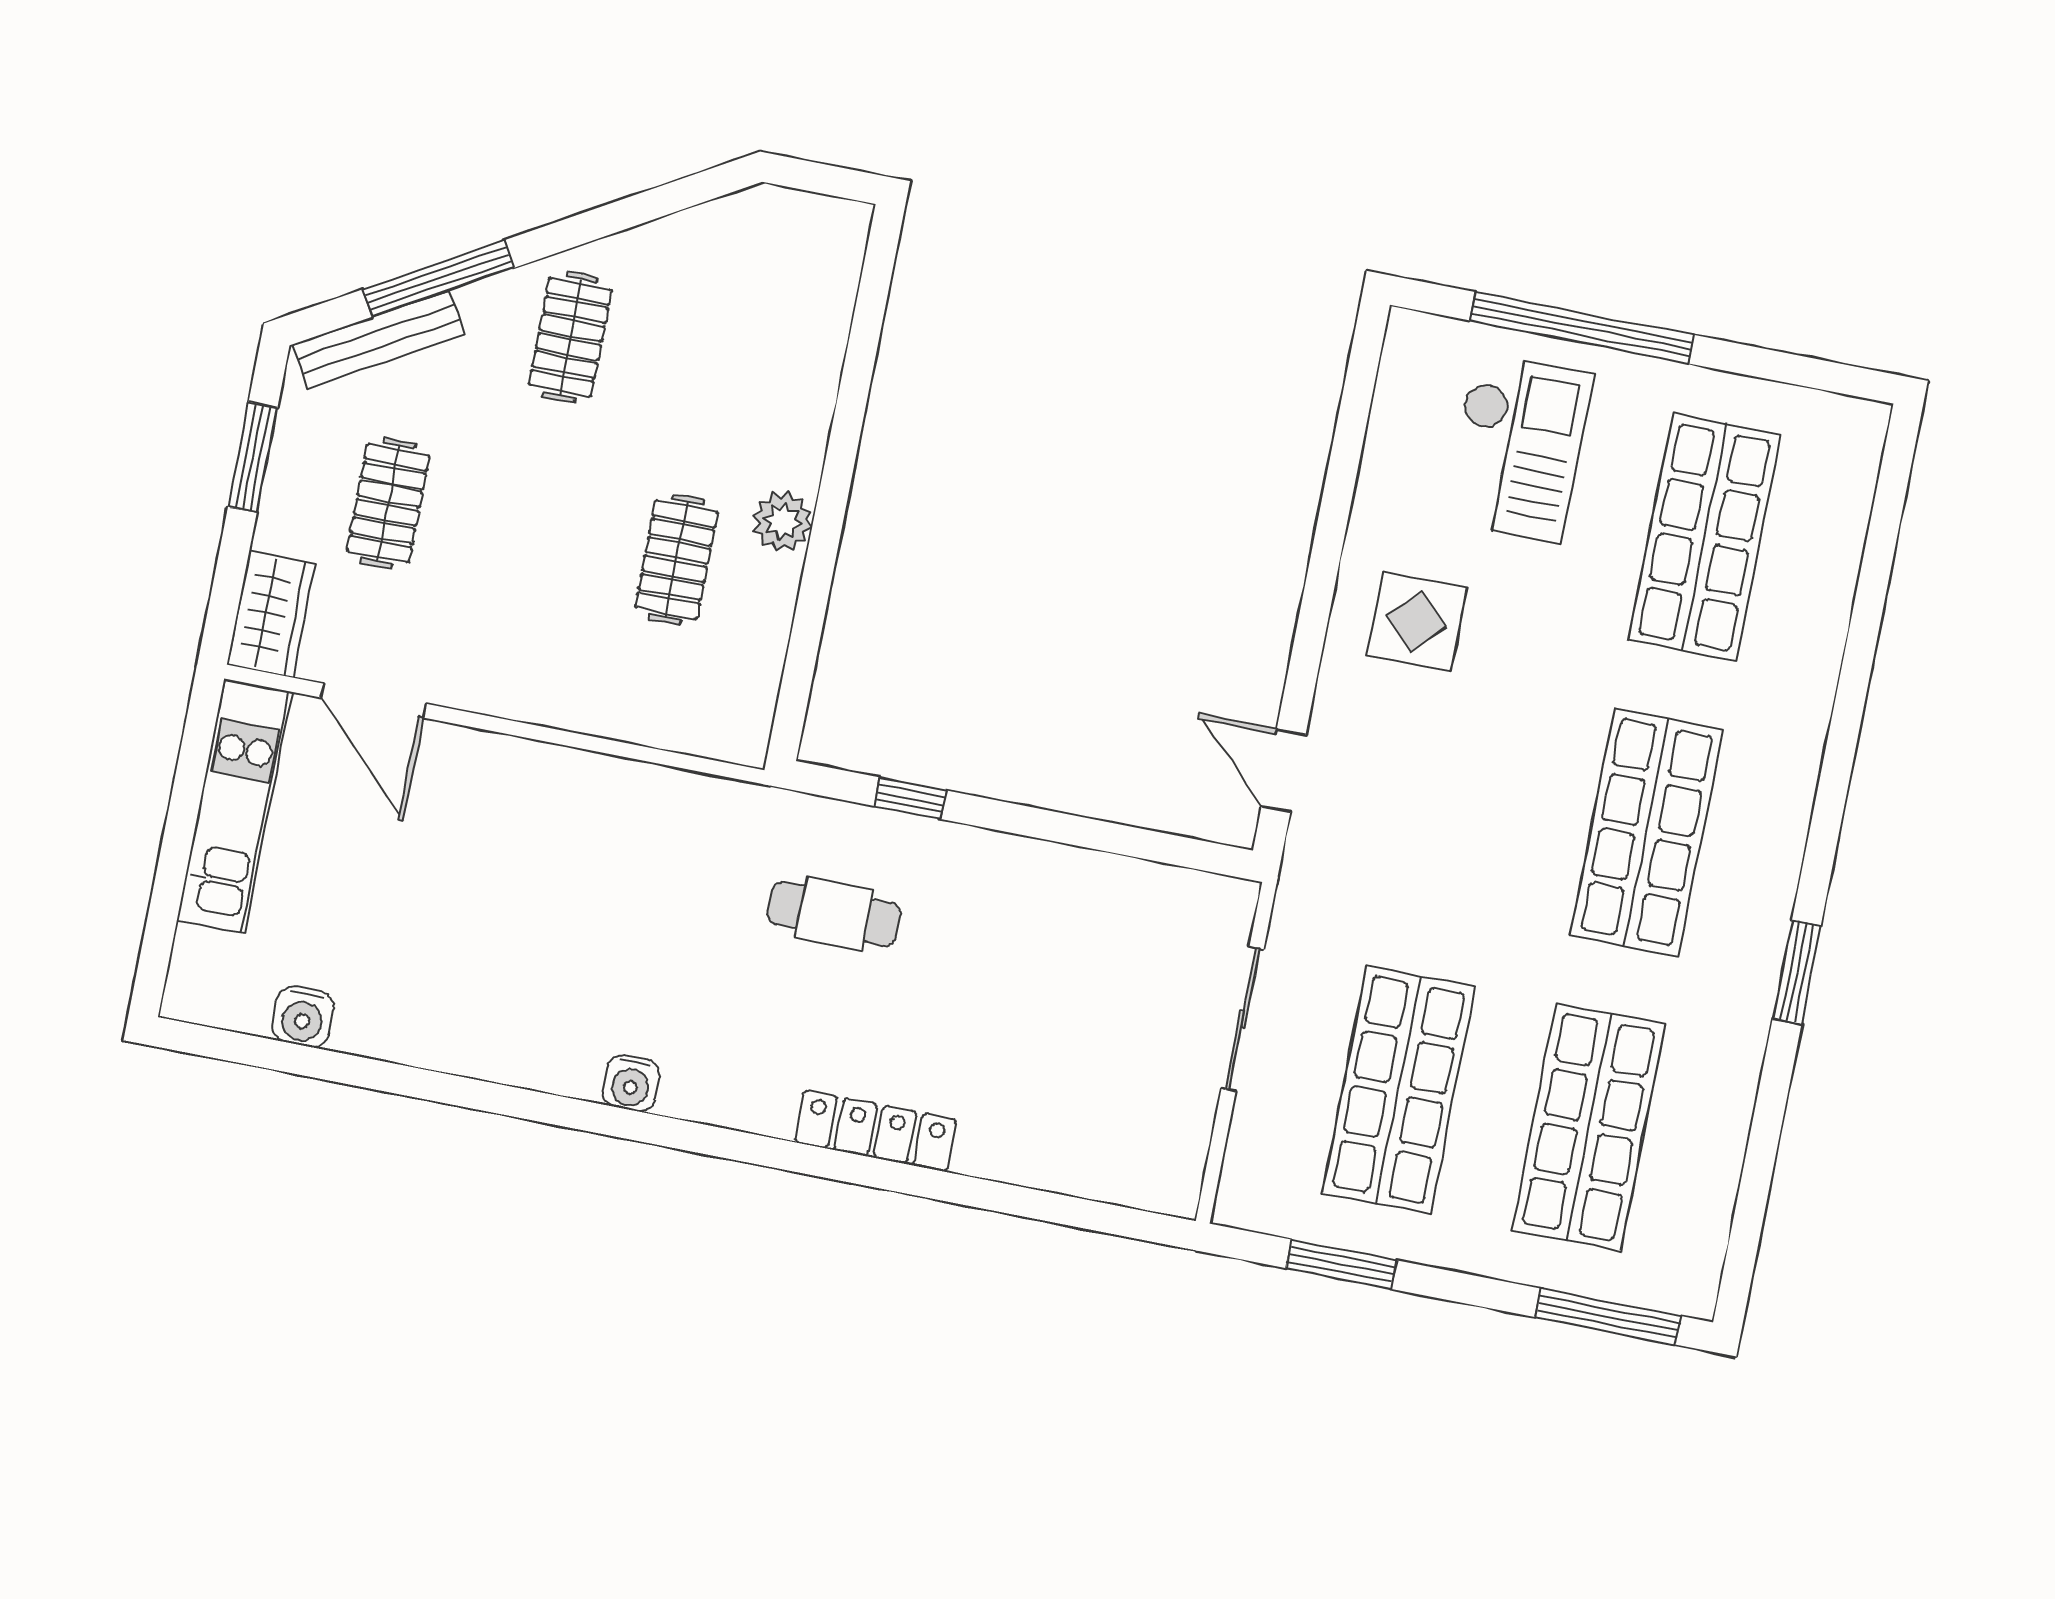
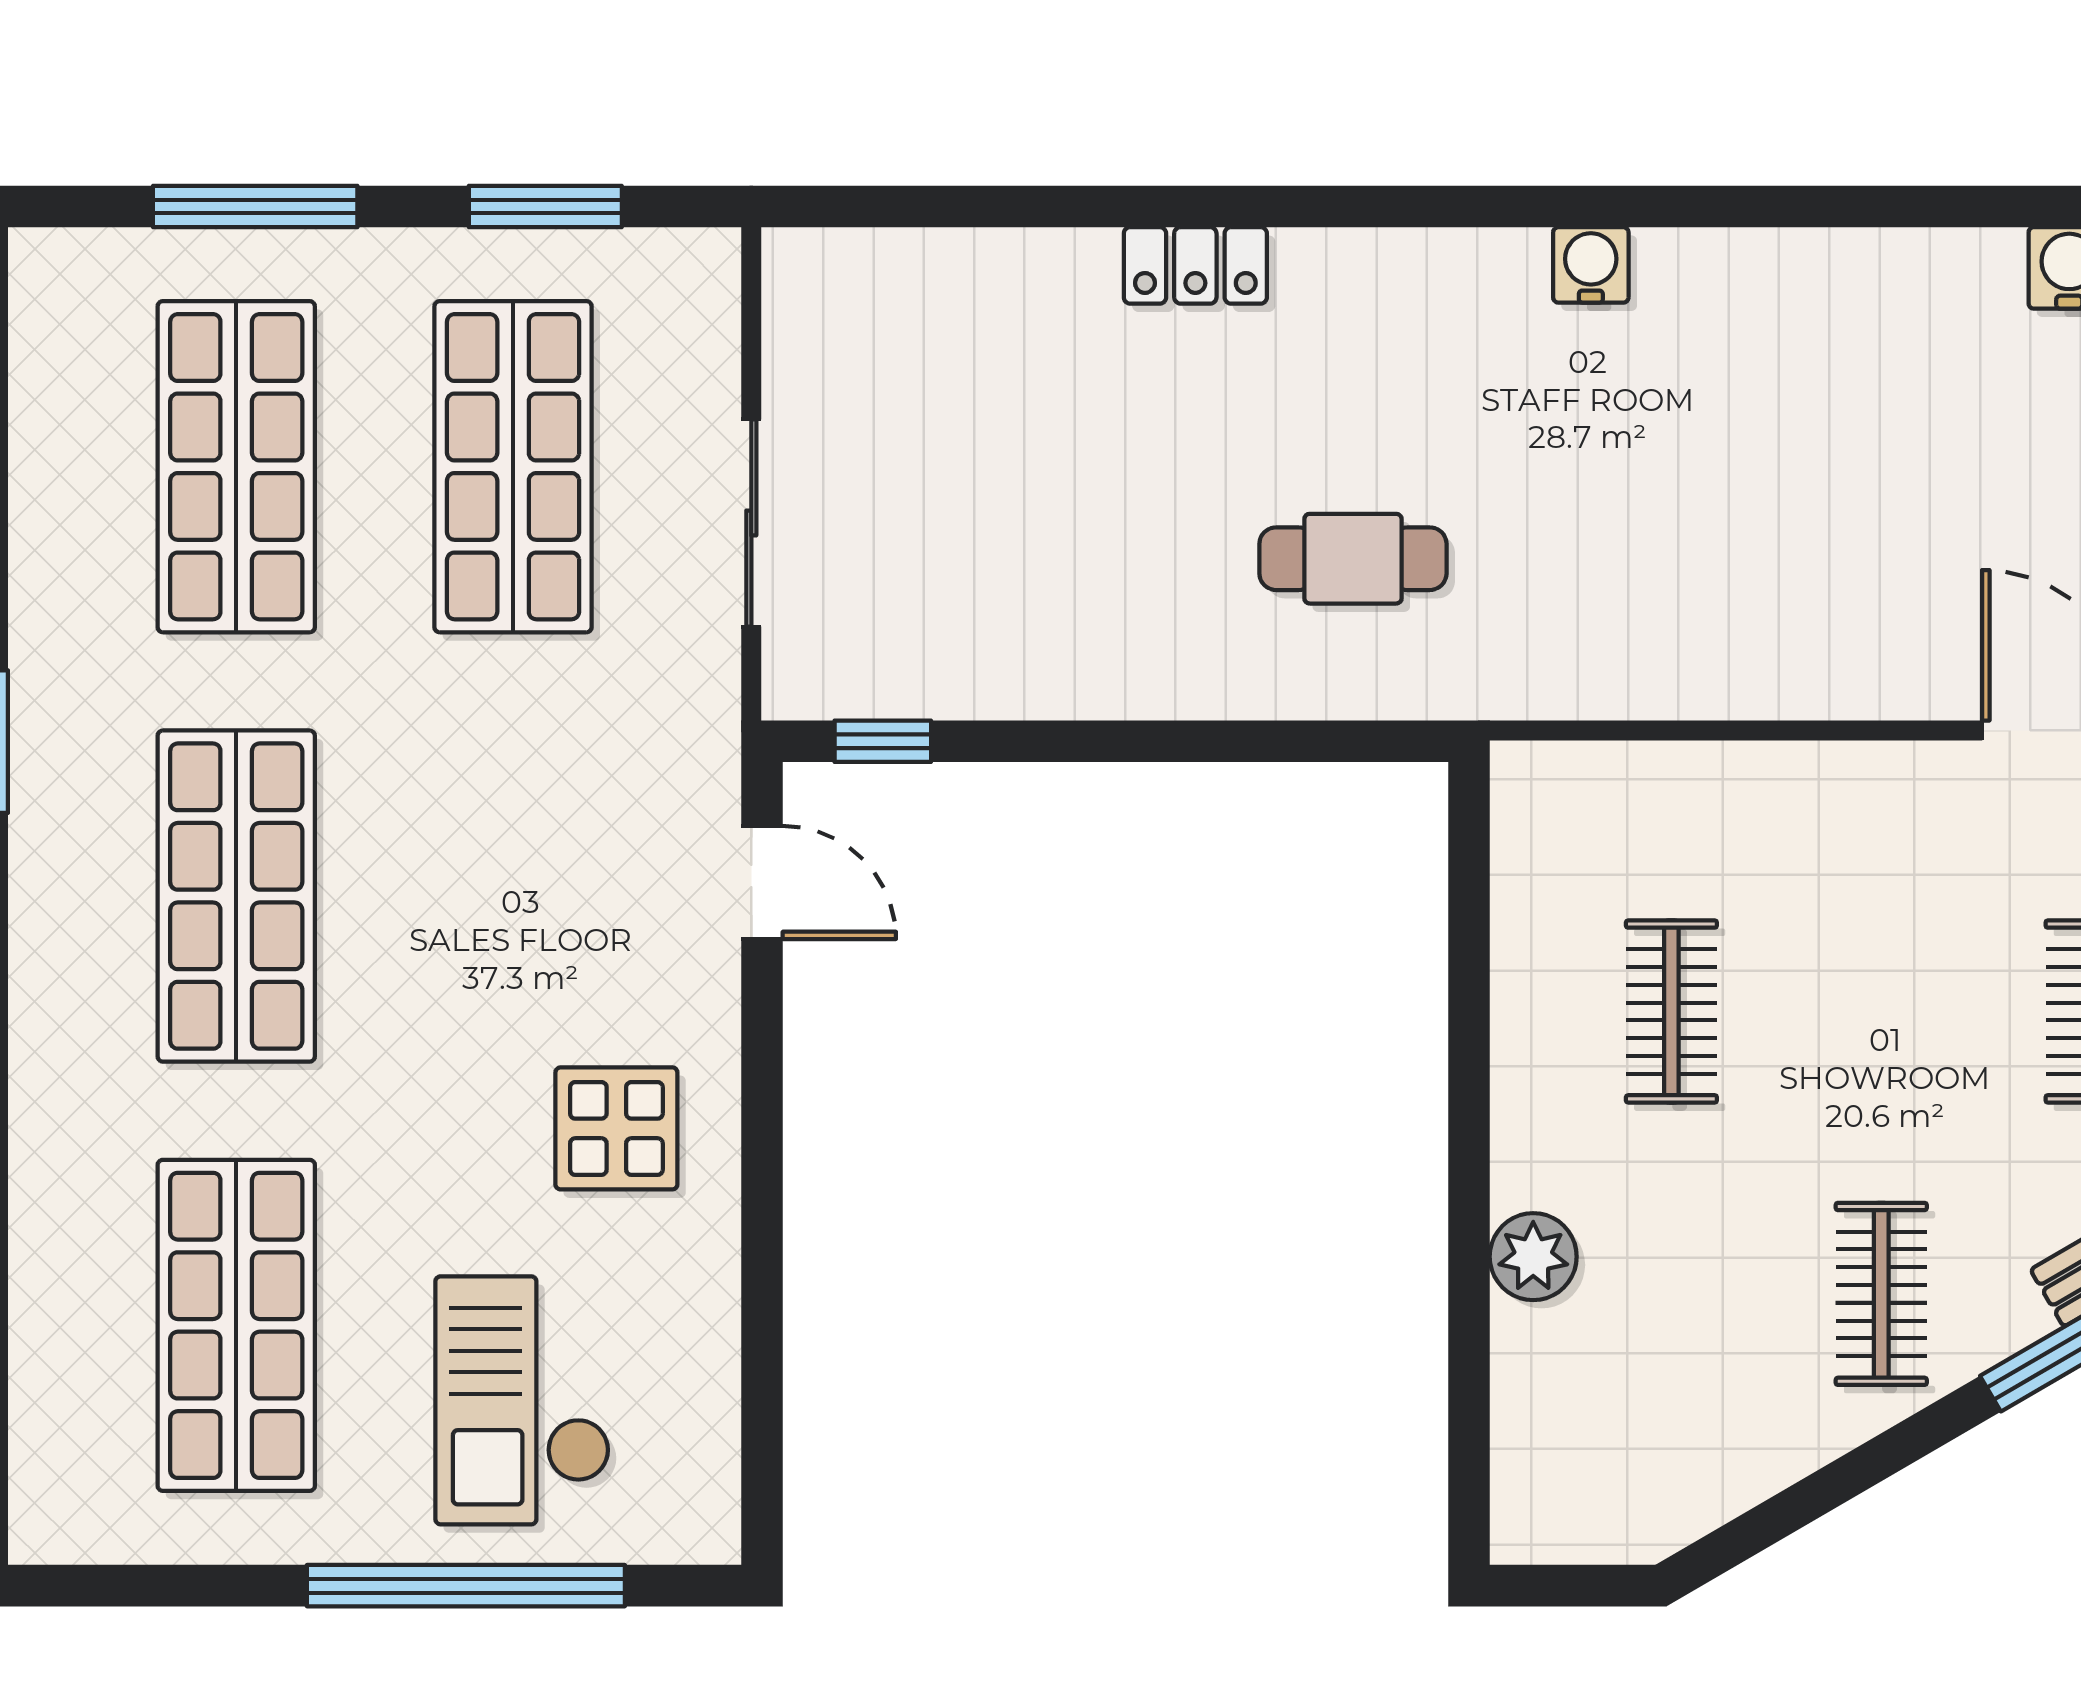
plant: (782, 521) -> (1533, 1257), moved
window: (910, 798) -> (883, 741), moved
locker: (875, 1131) -> (1195, 265), width x0.66
window: (1608, 1317) -> (255, 206), moved

